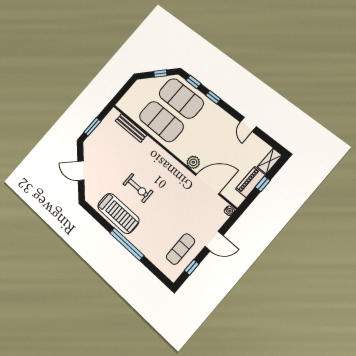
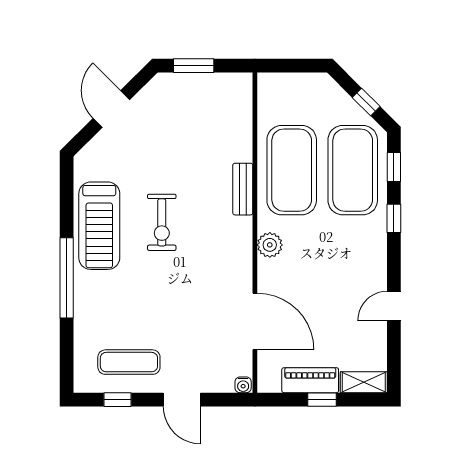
bench: (131, 128) -> (243, 189), moved, width x0.73
plant: (193, 162) -> (270, 245), moved

